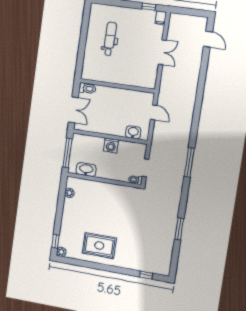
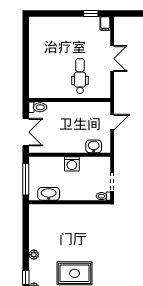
dental chair: (110, 39) -> (80, 76), moved
door: (154, 112) -> (112, 122), hinge flipped
plant: (69, 193) -> (34, 255), moved

